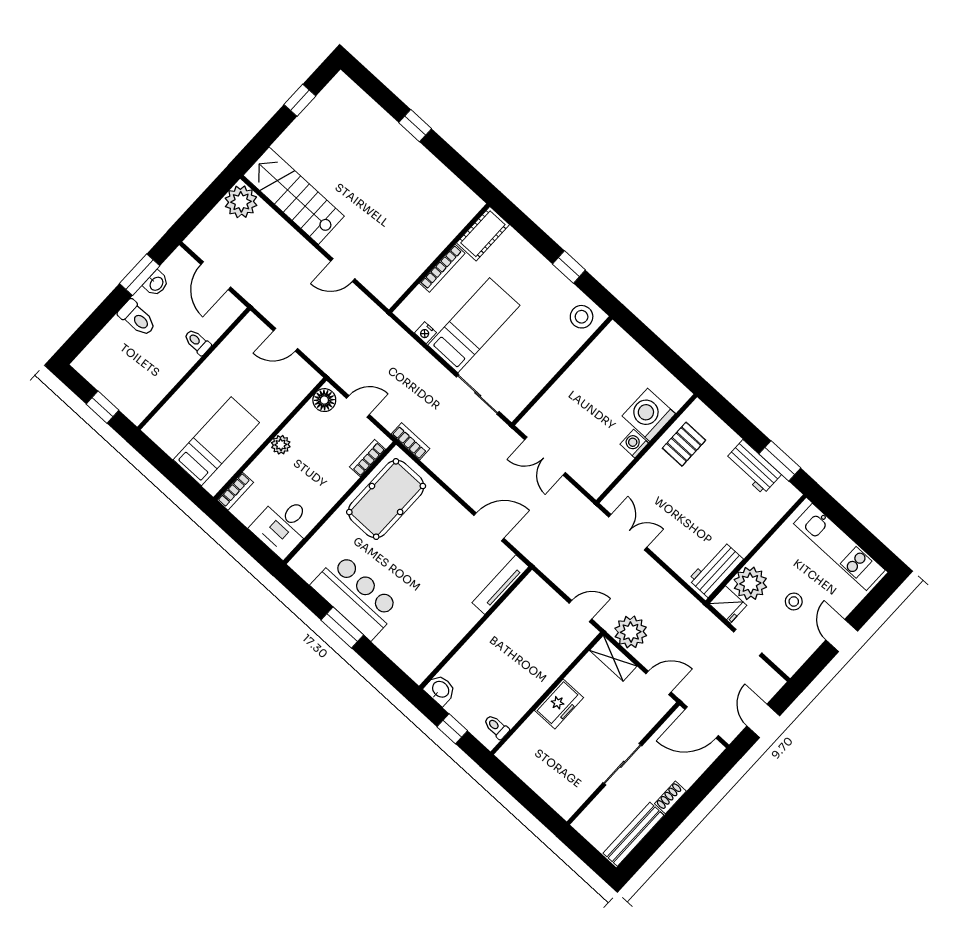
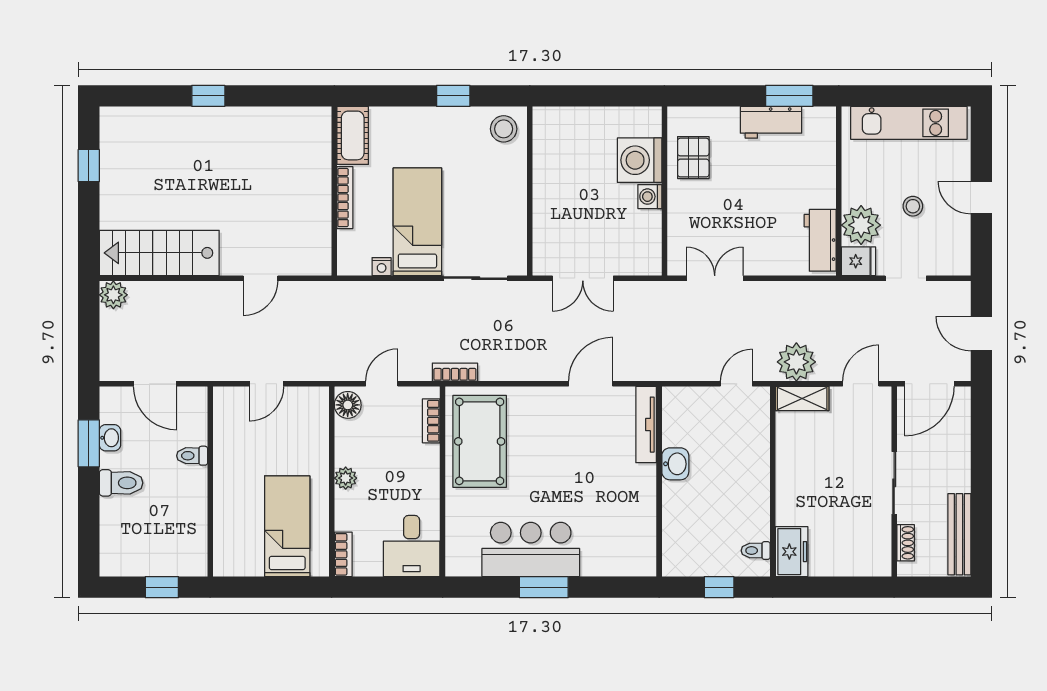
plant: (241, 202) -> (113, 295), width x0.73, depth x0.73
washbasin: (440, 690) -> (675, 464), moved, turned 90
freezer: (559, 704) -> (792, 552), moved
shoe rack: (670, 797) -> (906, 543), moved, turned 180

